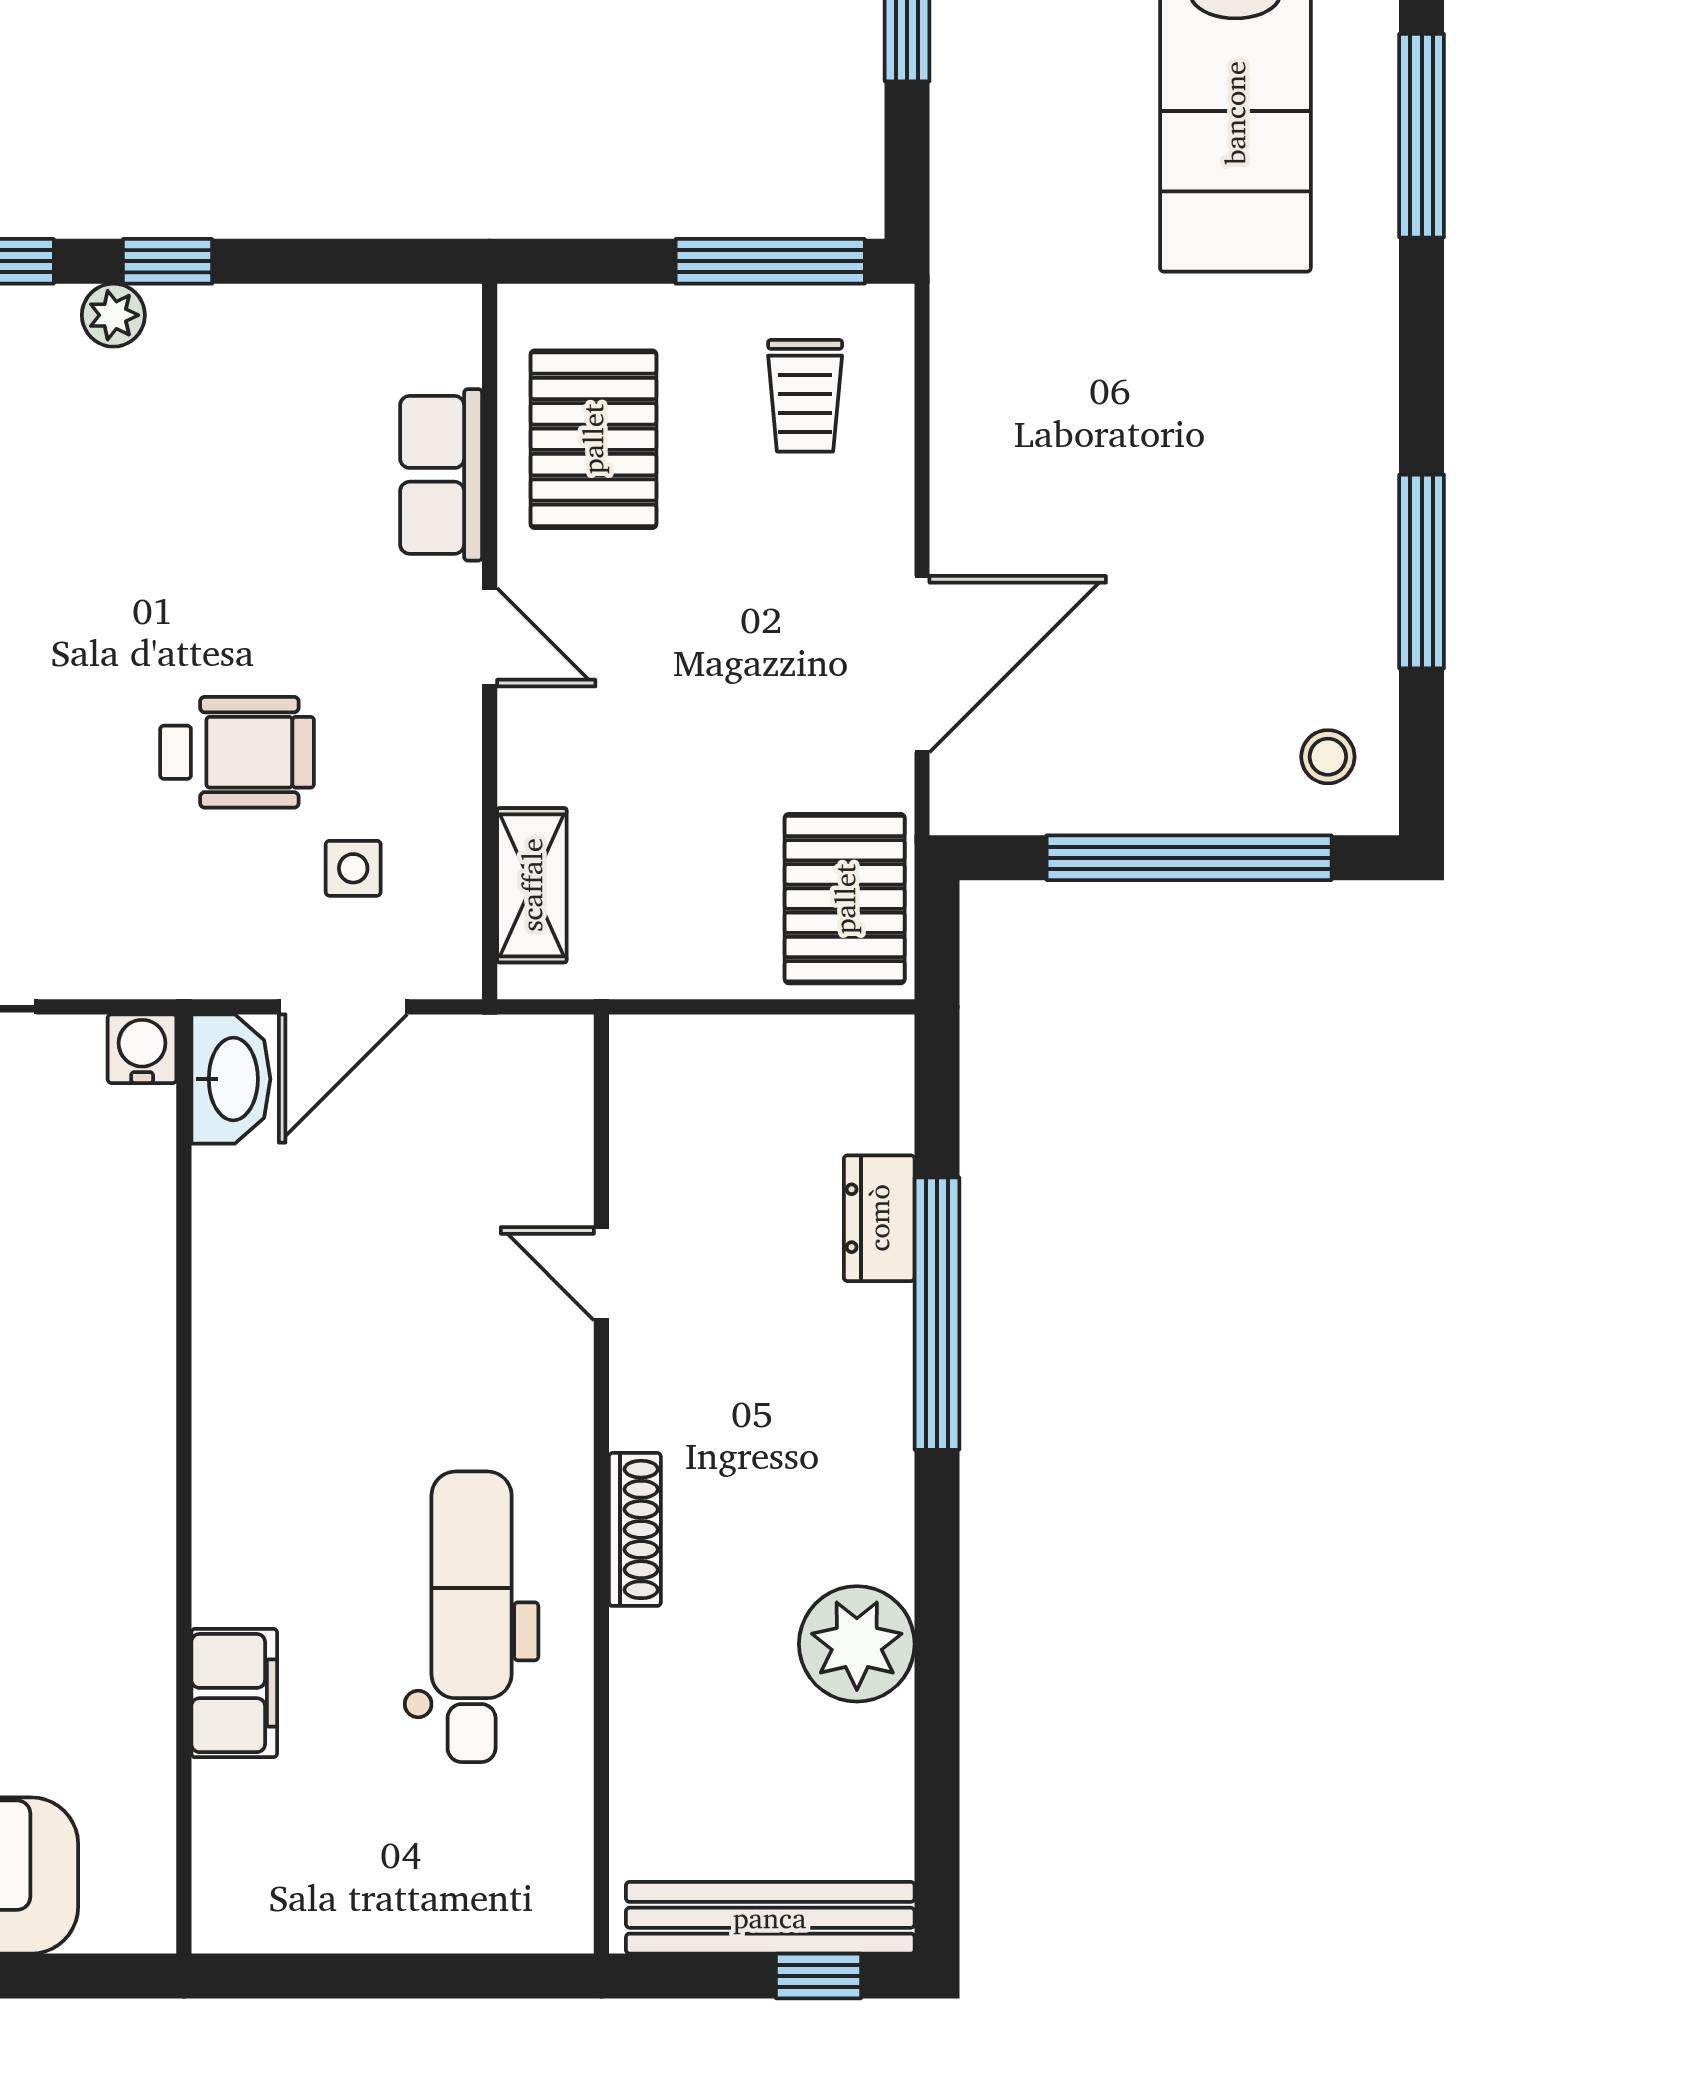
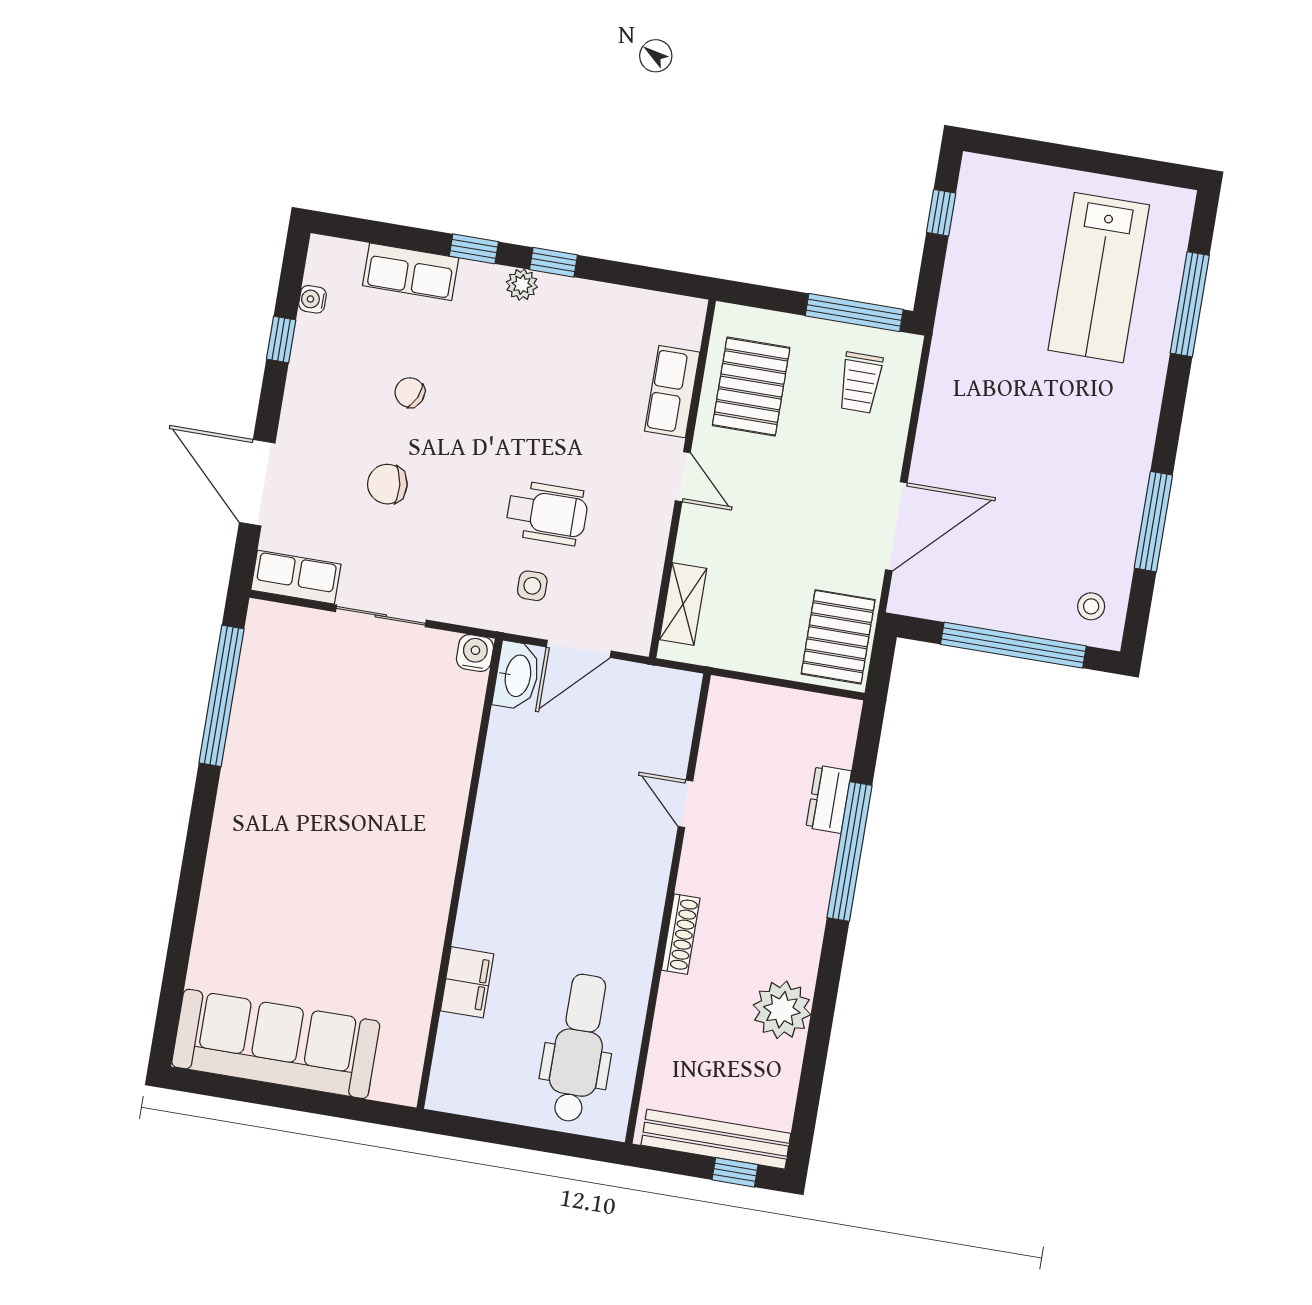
side table: (353, 868) -> (532, 586), moved
dental chair: (472, 1617) -> (578, 1048), moved

